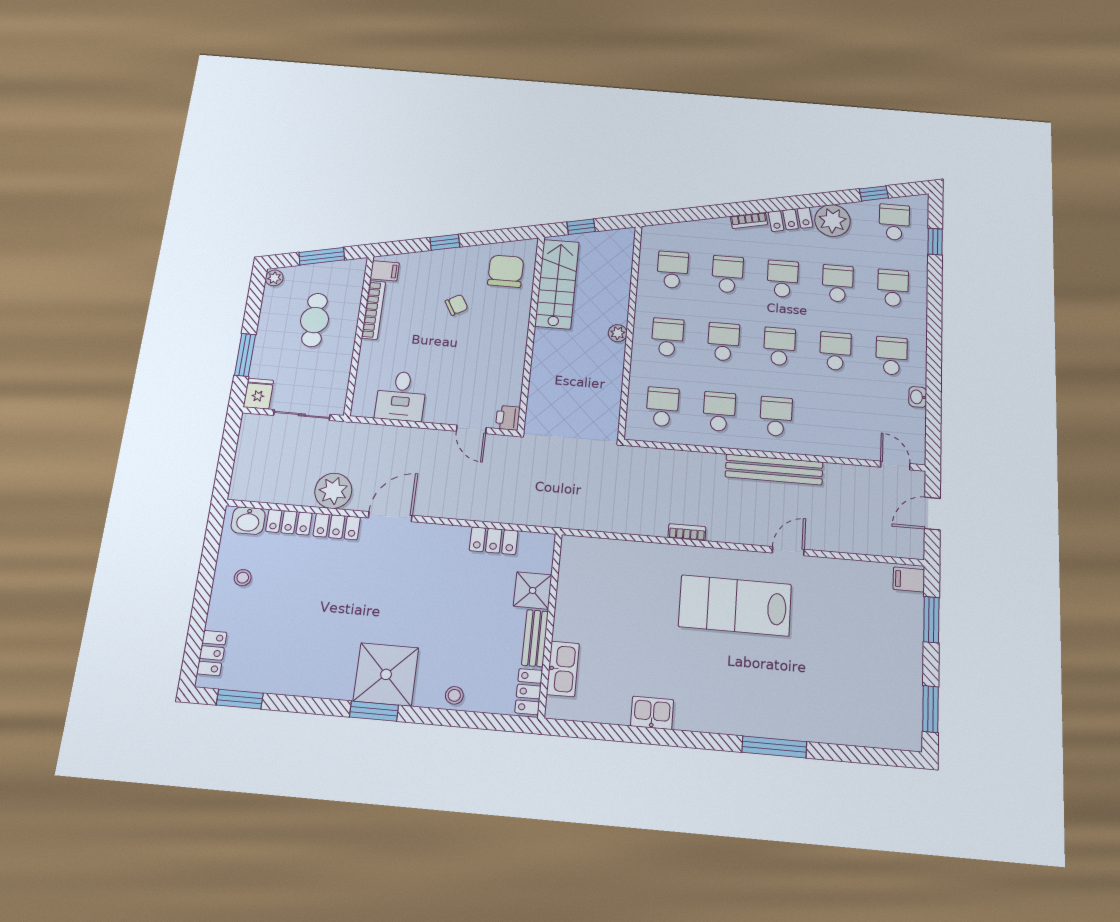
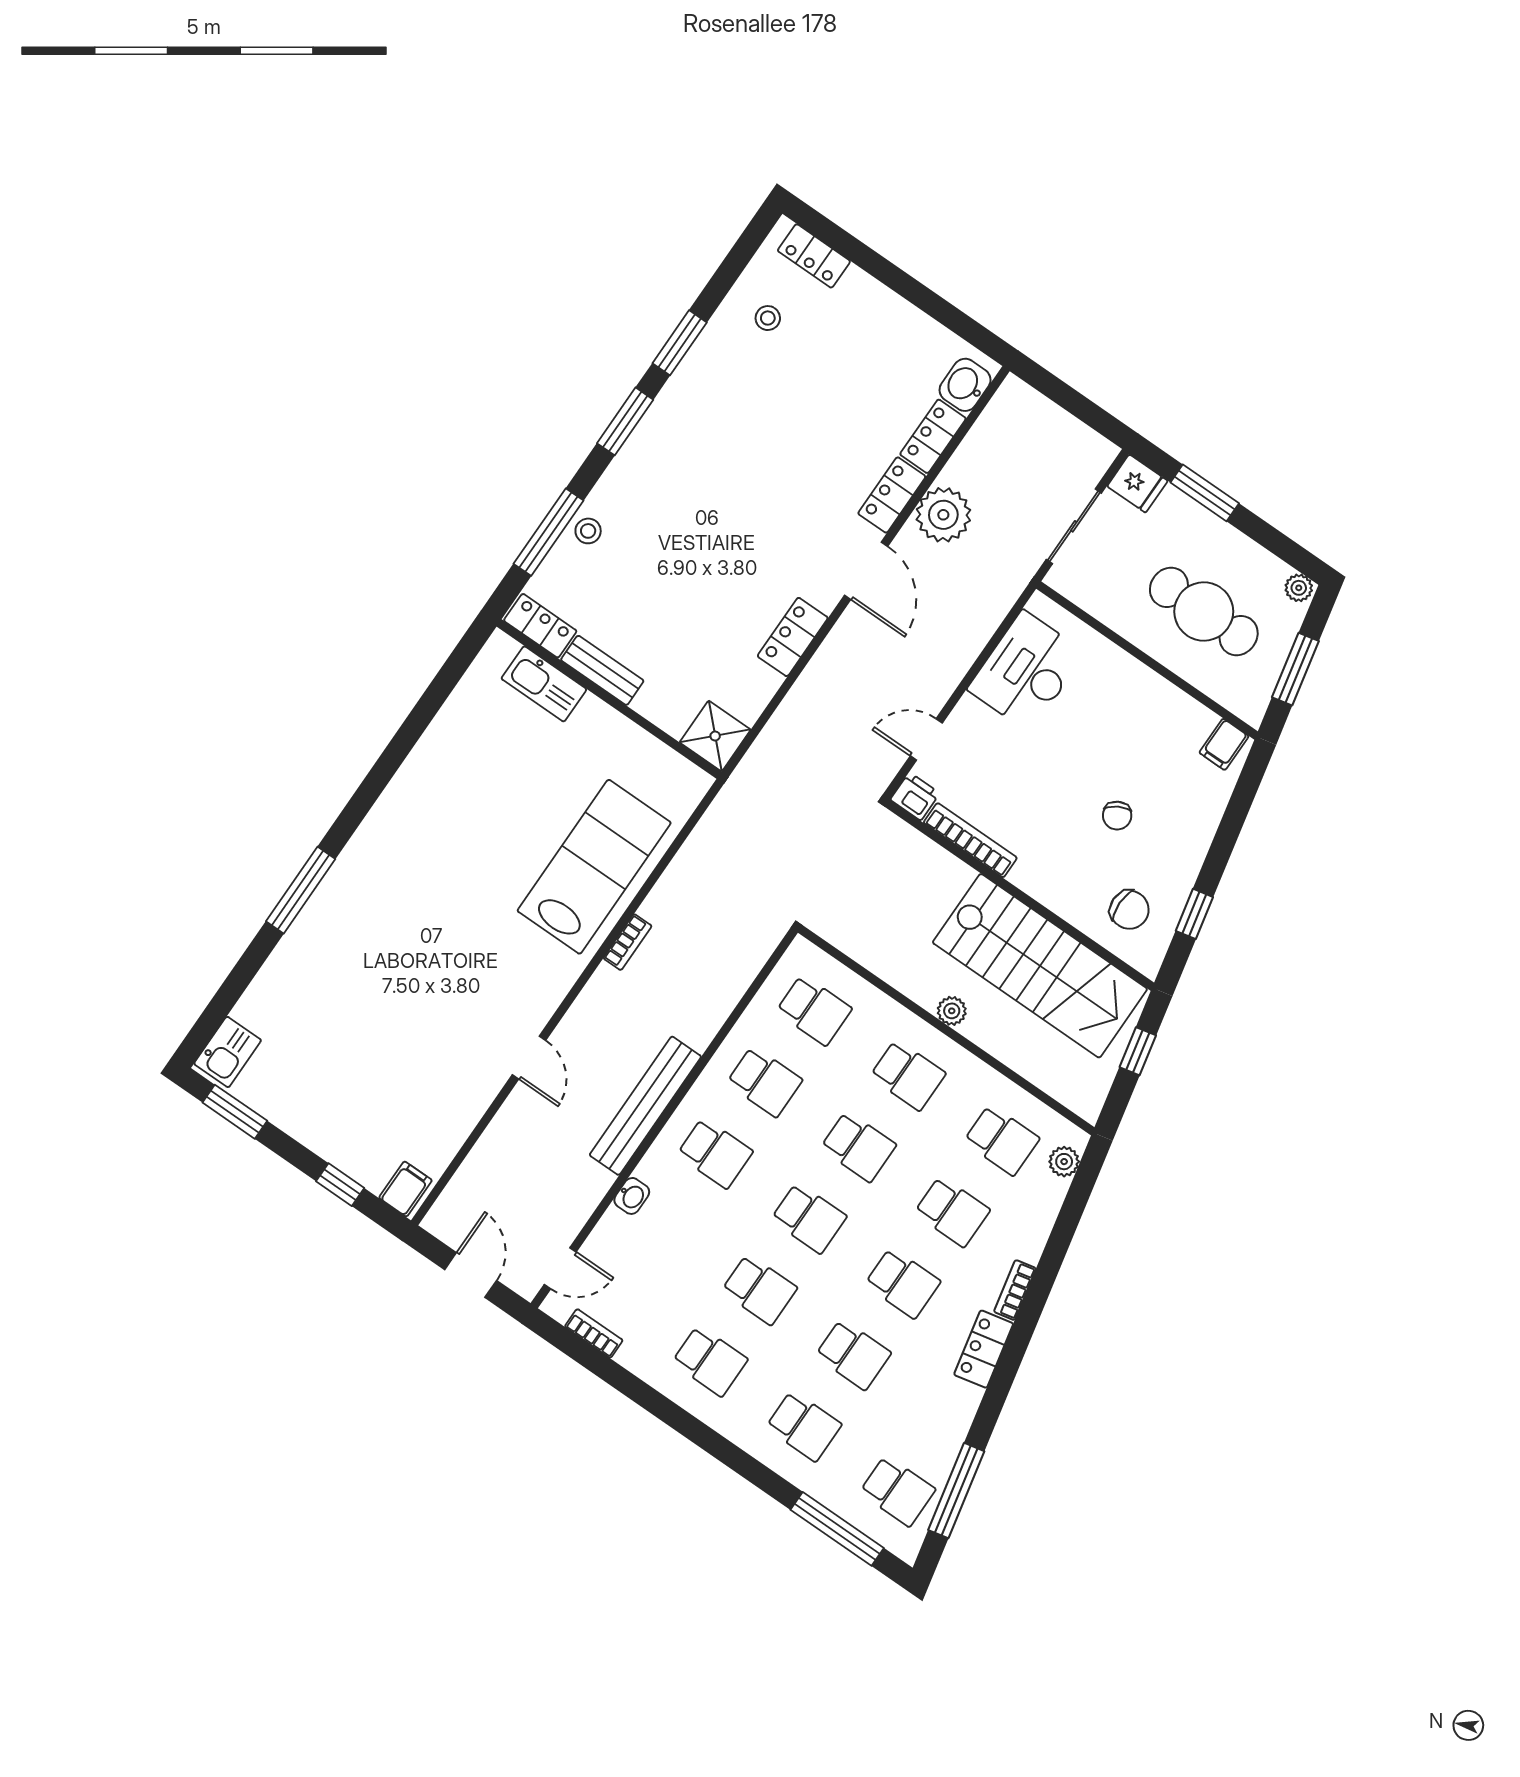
window: (874, 193) -> (956, 1491), width x2.17
plant: (833, 221) -> (1064, 1162), moved, width x0.53, depth x0.53
window: (445, 242) -> (1194, 914), moved
window: (935, 242) -> (837, 1529), width x2.17
chair: (506, 271) -> (1129, 910), width x0.73, depth x0.73
stairs: (557, 284) -> (1040, 966), width x1.36, depth x1.51
bookcase: (373, 310) -> (970, 840), moved, turned 180
cafe table: (315, 320) -> (1204, 611), width x1.37, depth x1.35
desk: (401, 396) -> (1026, 671), width x1.37
washbasin: (918, 397) -> (632, 1196), moved, turned 90
bookcase: (919, 427) -> (594, 1333), added
locker: (494, 541) -> (793, 637), moved
stool: (243, 578) -> (768, 318), moved
shower: (533, 590) -> (715, 736), moved
lab bench: (735, 605) -> (594, 867), moved
window: (931, 620) -> (340, 1185), width x0.67
shower: (386, 674) -> (663, 460), removed
window: (240, 699) -> (680, 343), moved
kitchen sink: (652, 713) -> (228, 1052), moved
window: (468, 720) -> (549, 532), added

